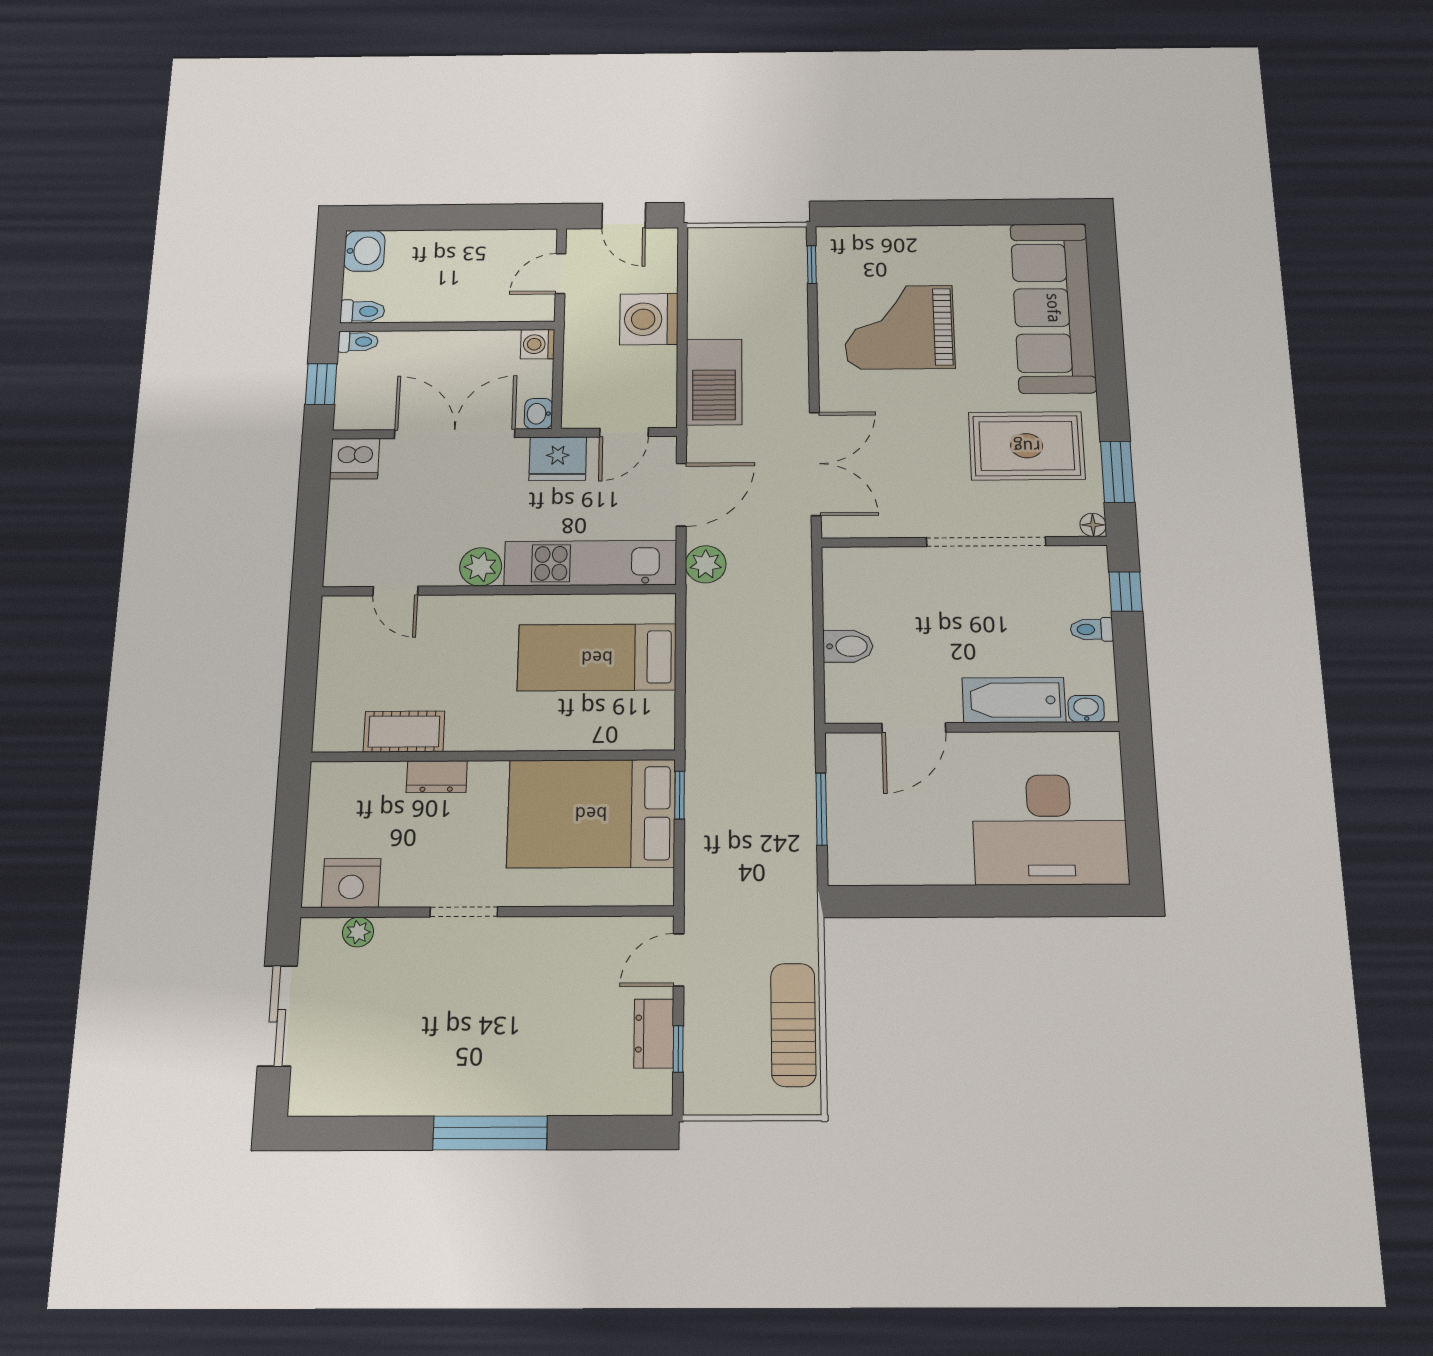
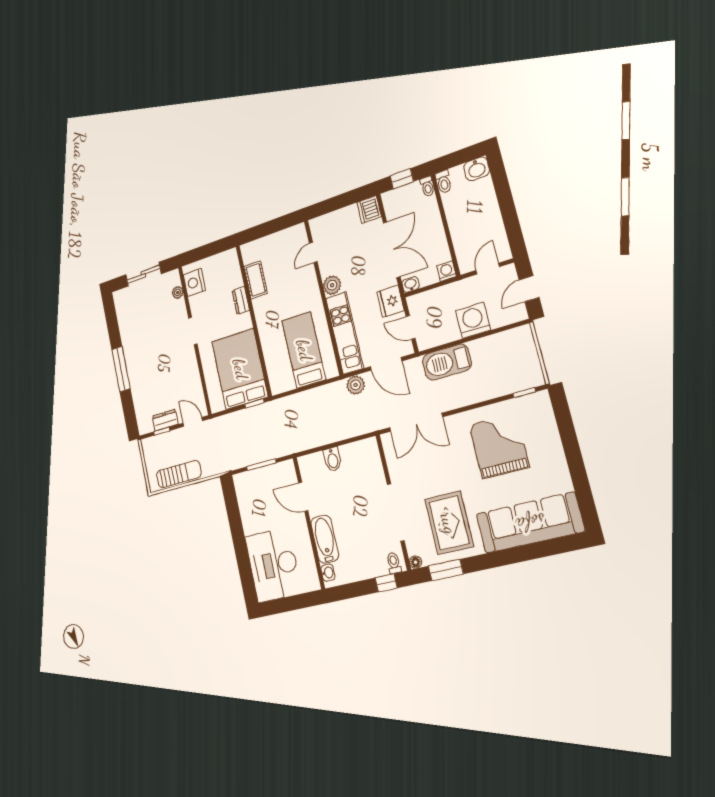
door: (560, 274) -> (488, 269), hinge flipped
toilet: (1092, 629) -> (394, 563), moved

